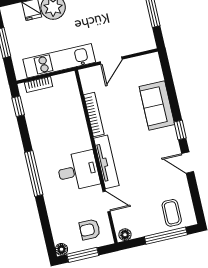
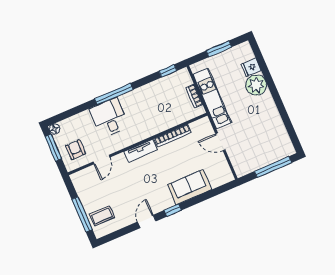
bookcase: (39, 84) -> (194, 96), moved
tv unit: (106, 162) -> (141, 151), width x0.71
desk: (78, 171) -> (109, 118), moved, turned 180
floor lamp: (125, 235) -> (77, 180), removed

